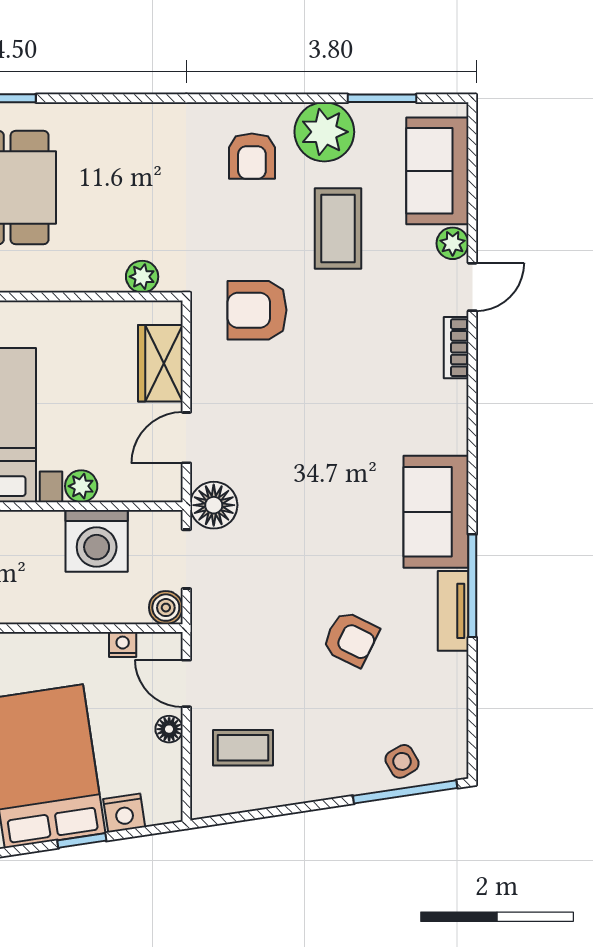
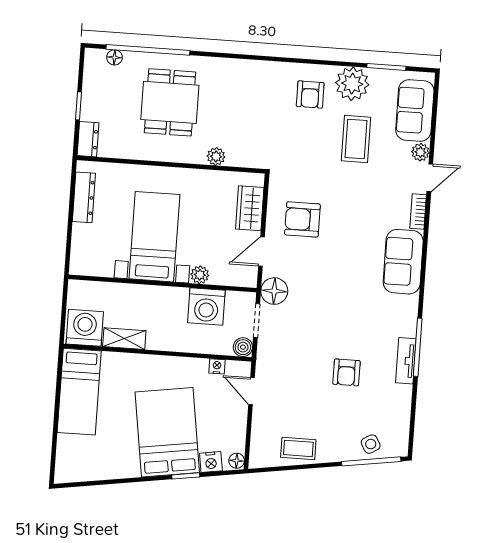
plant: (142, 277) -> (216, 156), moved
armchair: (257, 310) -> (302, 219), moved
sofa: (436, 512) -> (403, 262), moved
armchair: (351, 639) -> (346, 372), turned 64
floor lamp: (169, 729) -> (237, 461), moved
coffee table: (243, 748) -> (298, 448), moved

